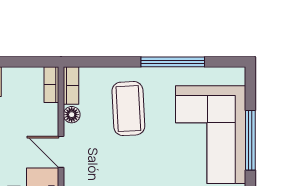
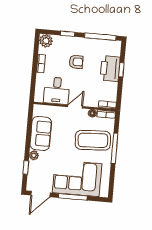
window: (173, 62) -> (114, 148), moved
coffee table: (128, 109) -> (93, 140), width x1.36, depth x1.32

